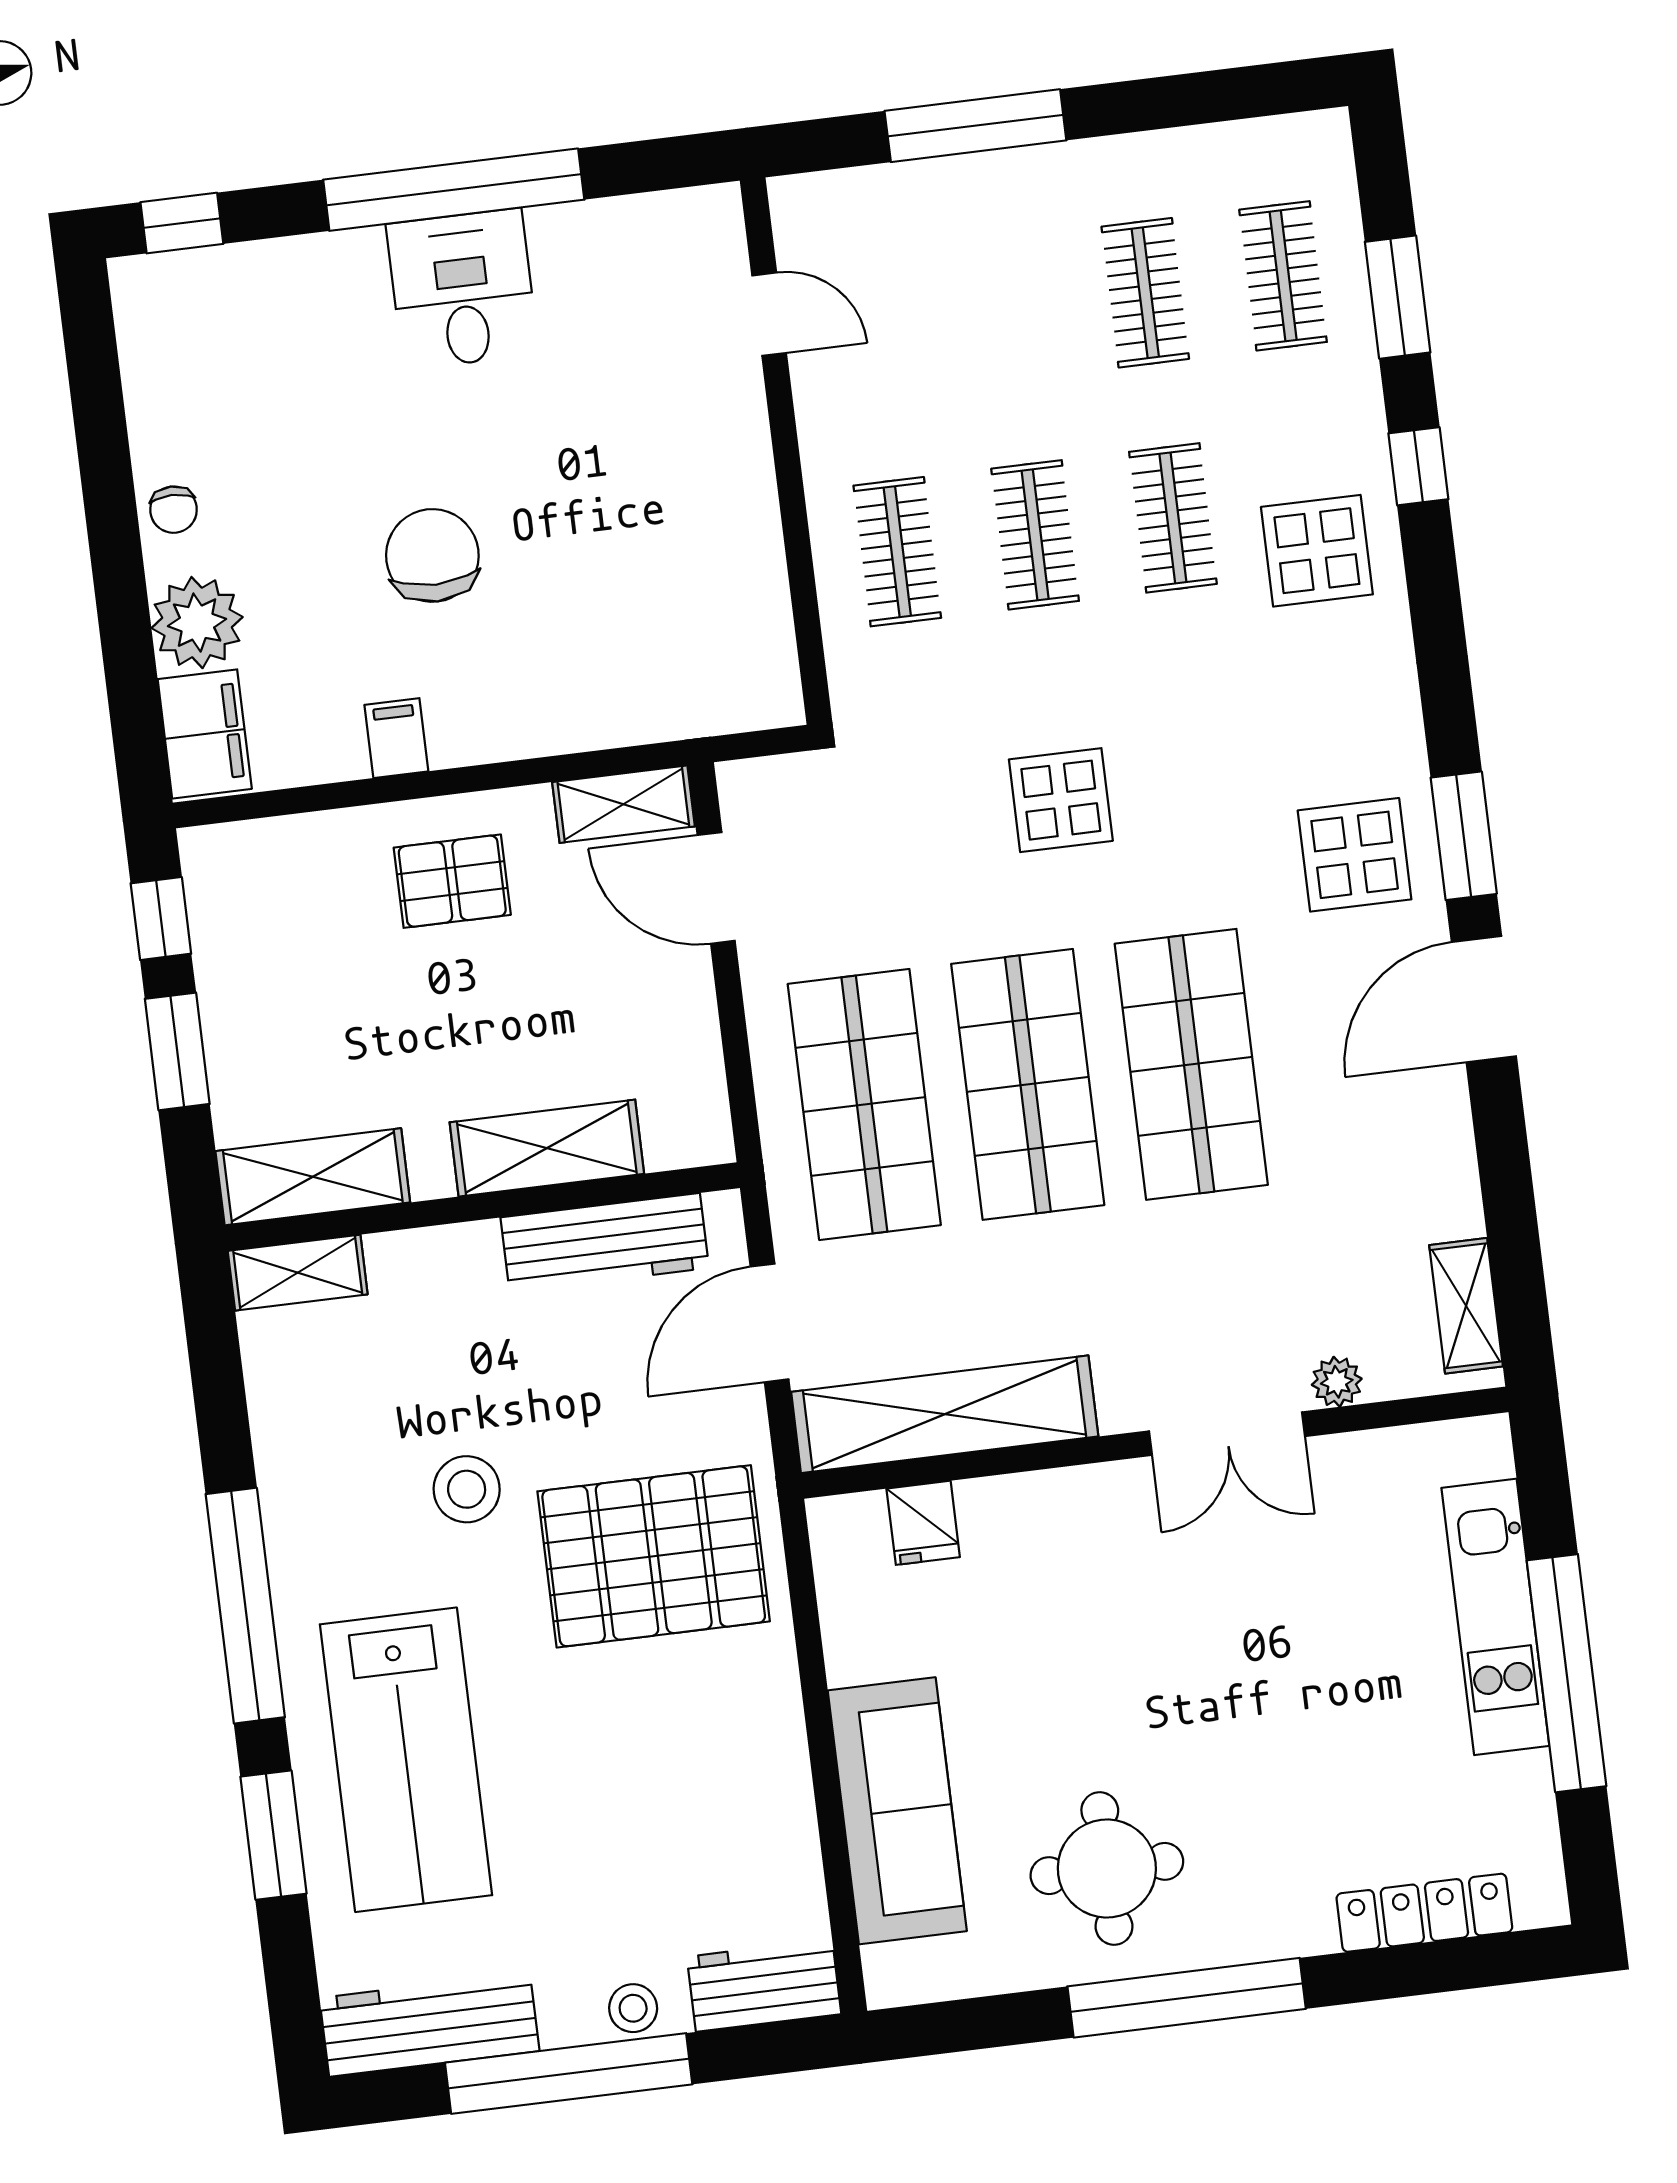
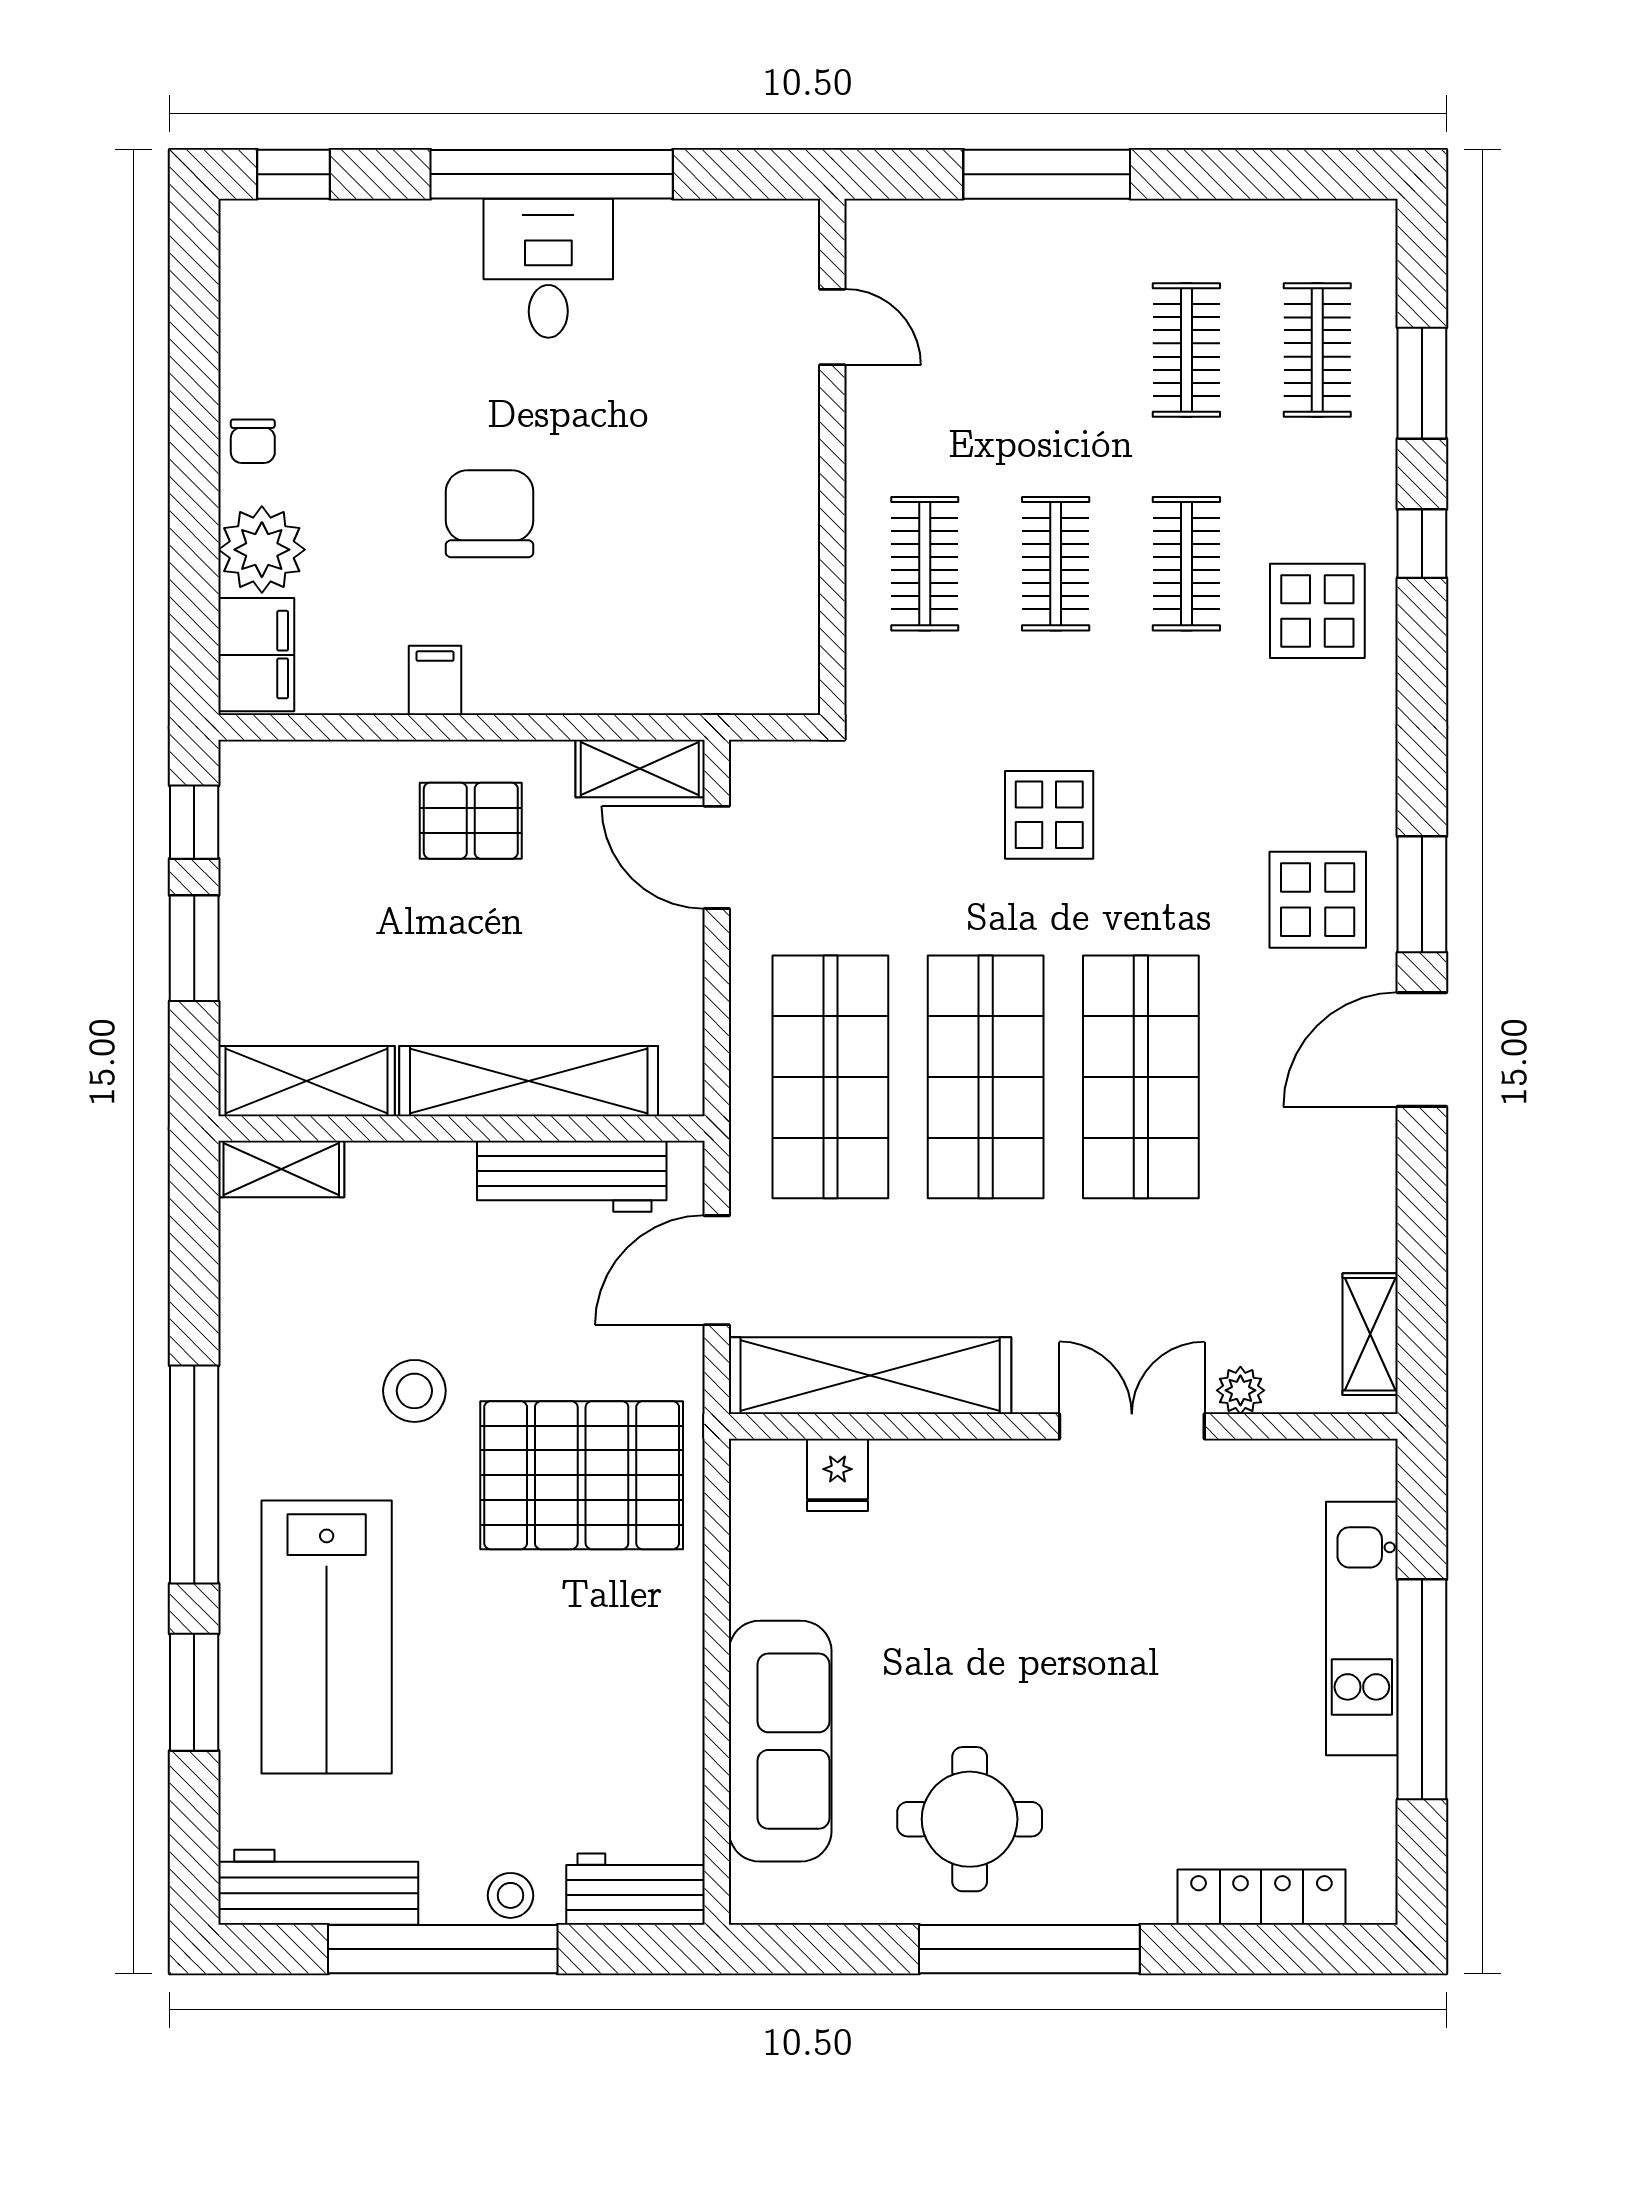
shelving: (547, 1148) -> (529, 1081), width x1.47
double door: (1227, 1434) -> (1132, 1426), swing flipped

